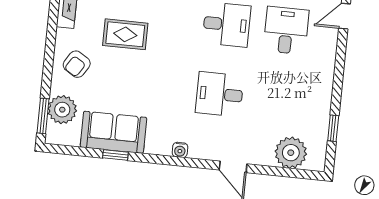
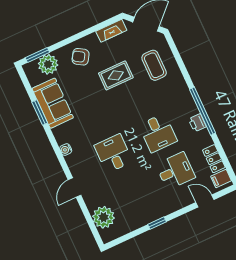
rug: (125, 34) -> (116, 75), turned 90
window: (333, 128) -> (157, 223), moved
window: (115, 155) -> (40, 112), width x1.50

